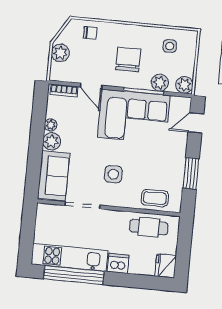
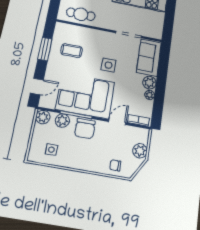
chair: (128, 59) -> (85, 129), moved
door: (91, 86) -> (117, 122), hinge flipped
side table: (113, 174) -> (109, 65), moved
coffee table: (155, 198) -> (72, 51), moved

